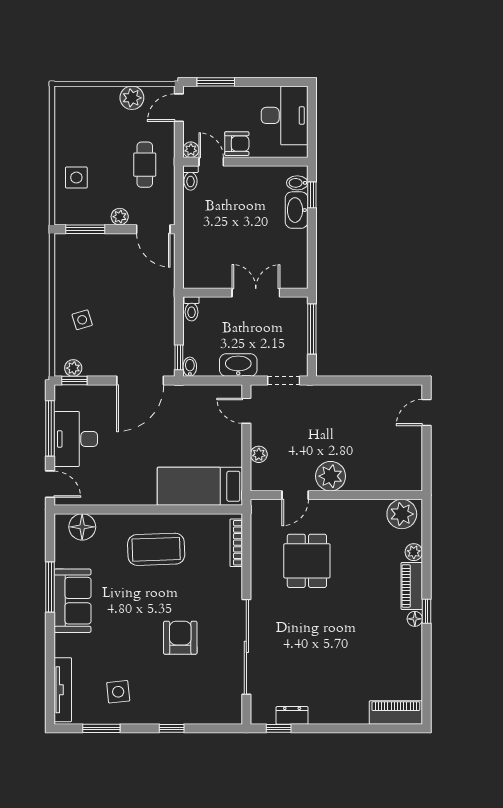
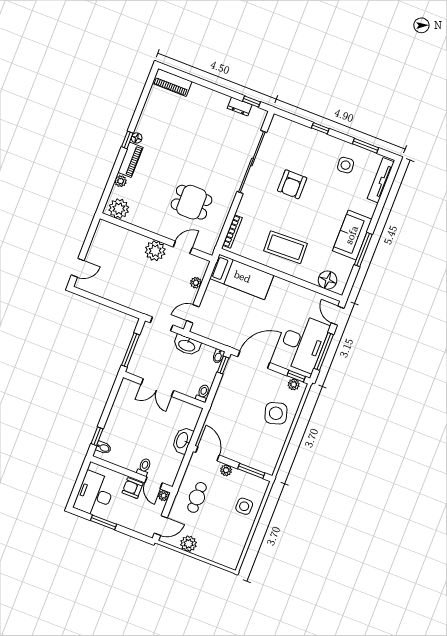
window: (216, 82) -> (103, 522), moved
toilet: (191, 178) -> (144, 467), moved
washbasin: (297, 210) -> (183, 440), moved, turned 180
side table: (82, 320) -> (276, 413), width x1.87, depth x1.87
door: (246, 411) -> (193, 314), swing flipped
desk: (76, 439) -> (303, 343), width x1.36, depth x1.30
dining table: (307, 561) -> (191, 202), turned 90

